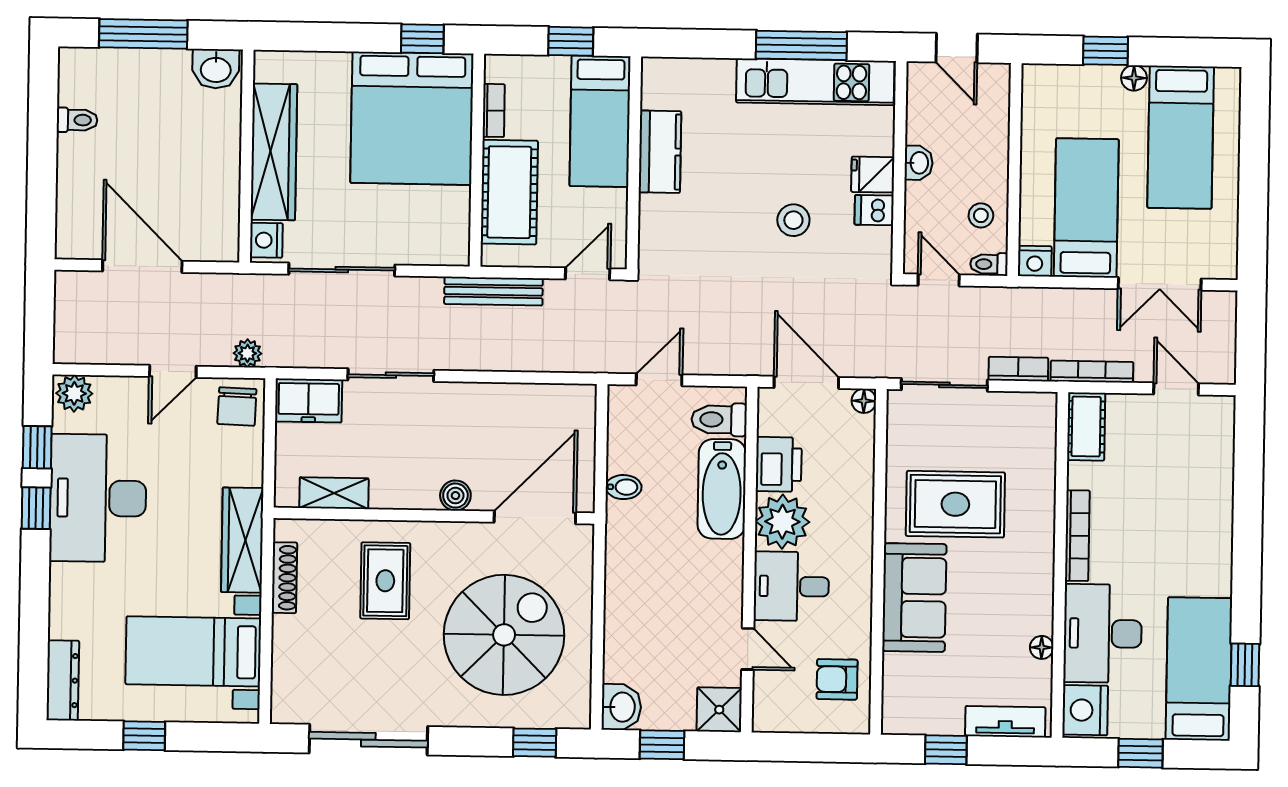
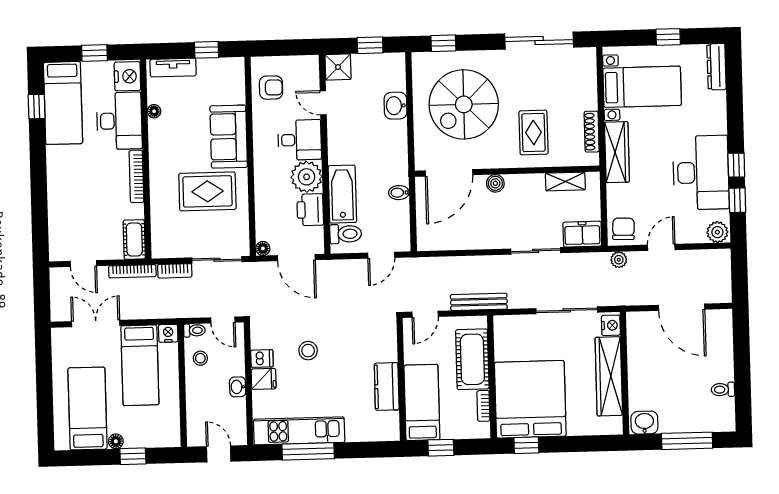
washbasin: (621, 707) -> (395, 106), moved

